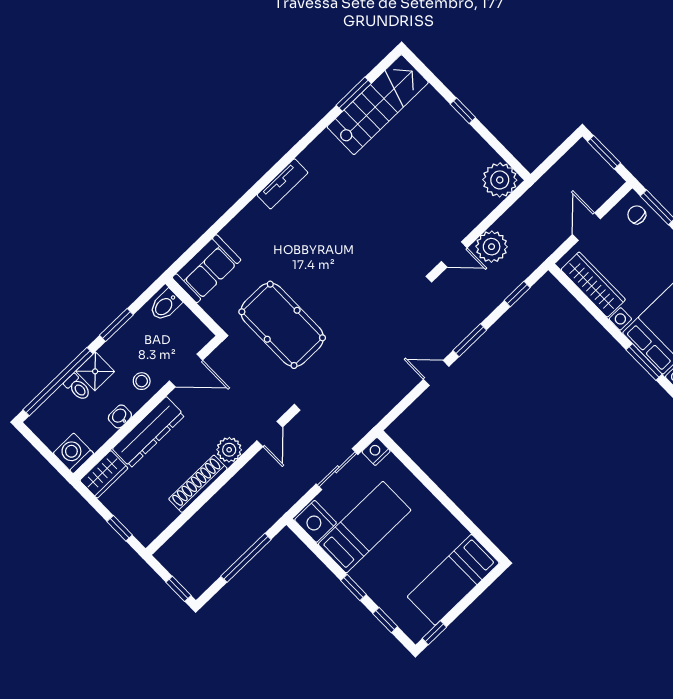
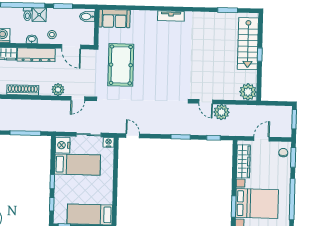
stairs: (378, 105) -> (248, 44), moved, turned 90
door: (436, 373) -> (133, 136), moved
shoe rack: (198, 484) -> (23, 90), moved

